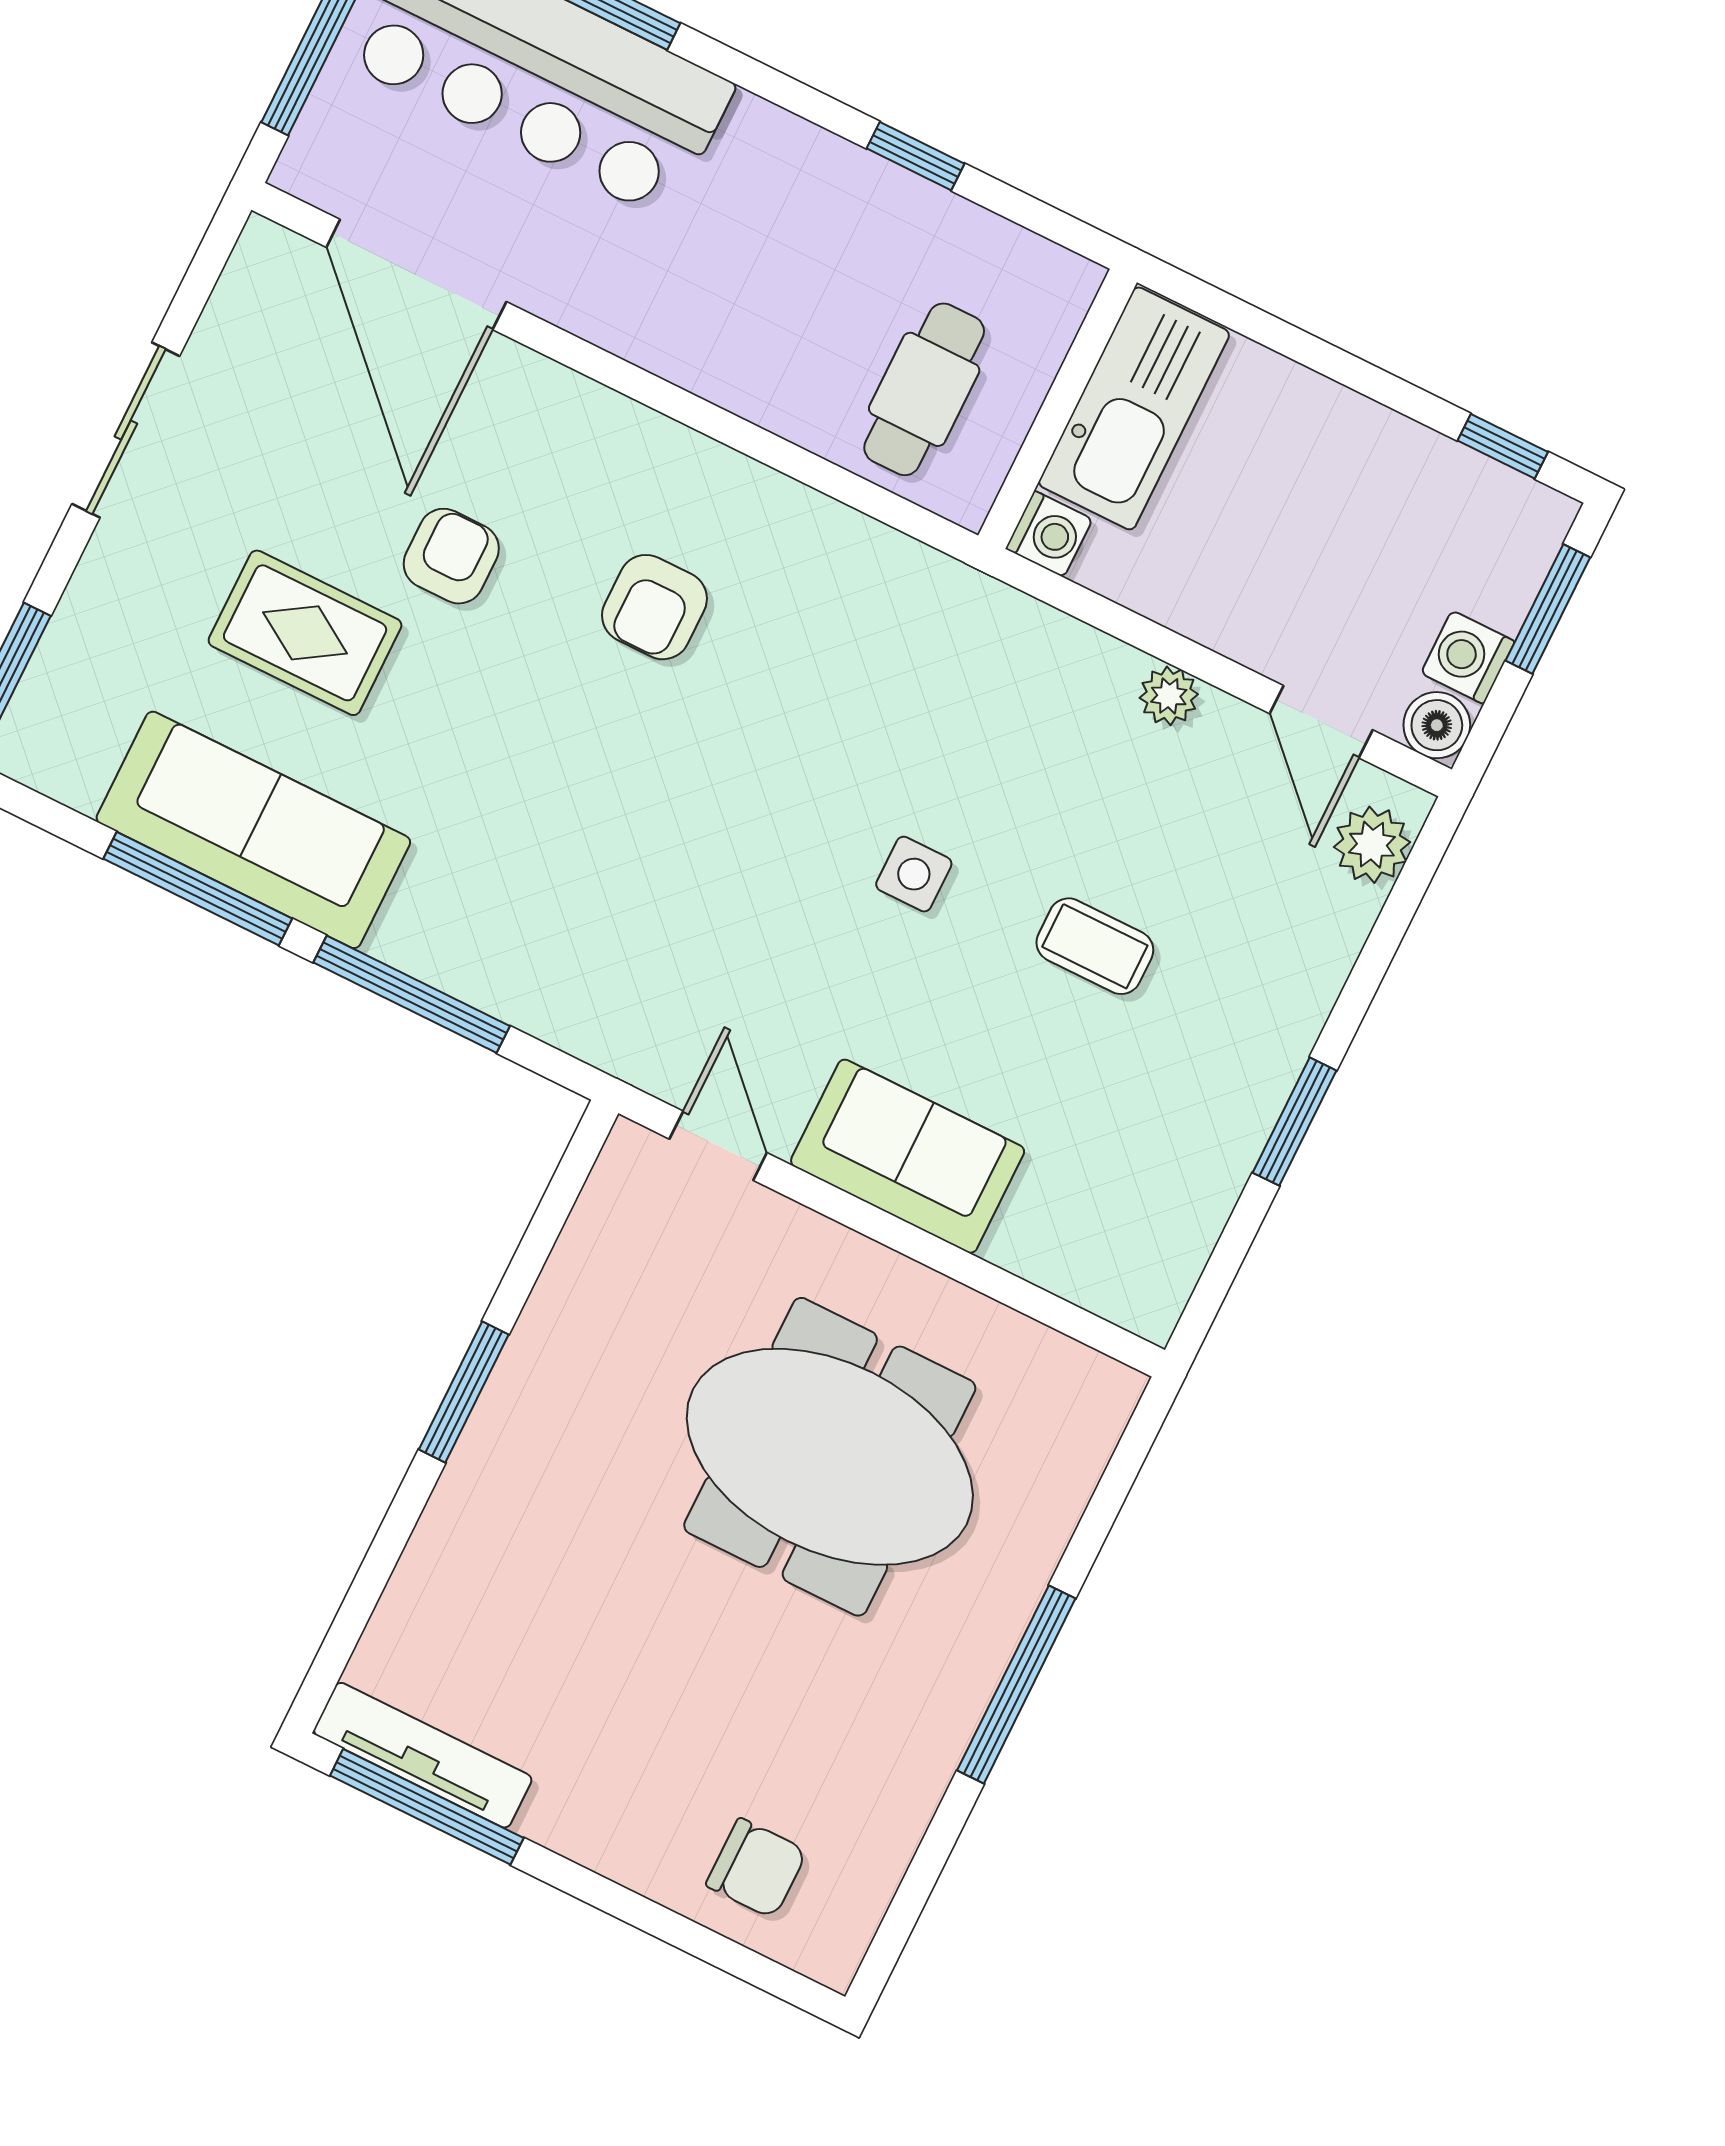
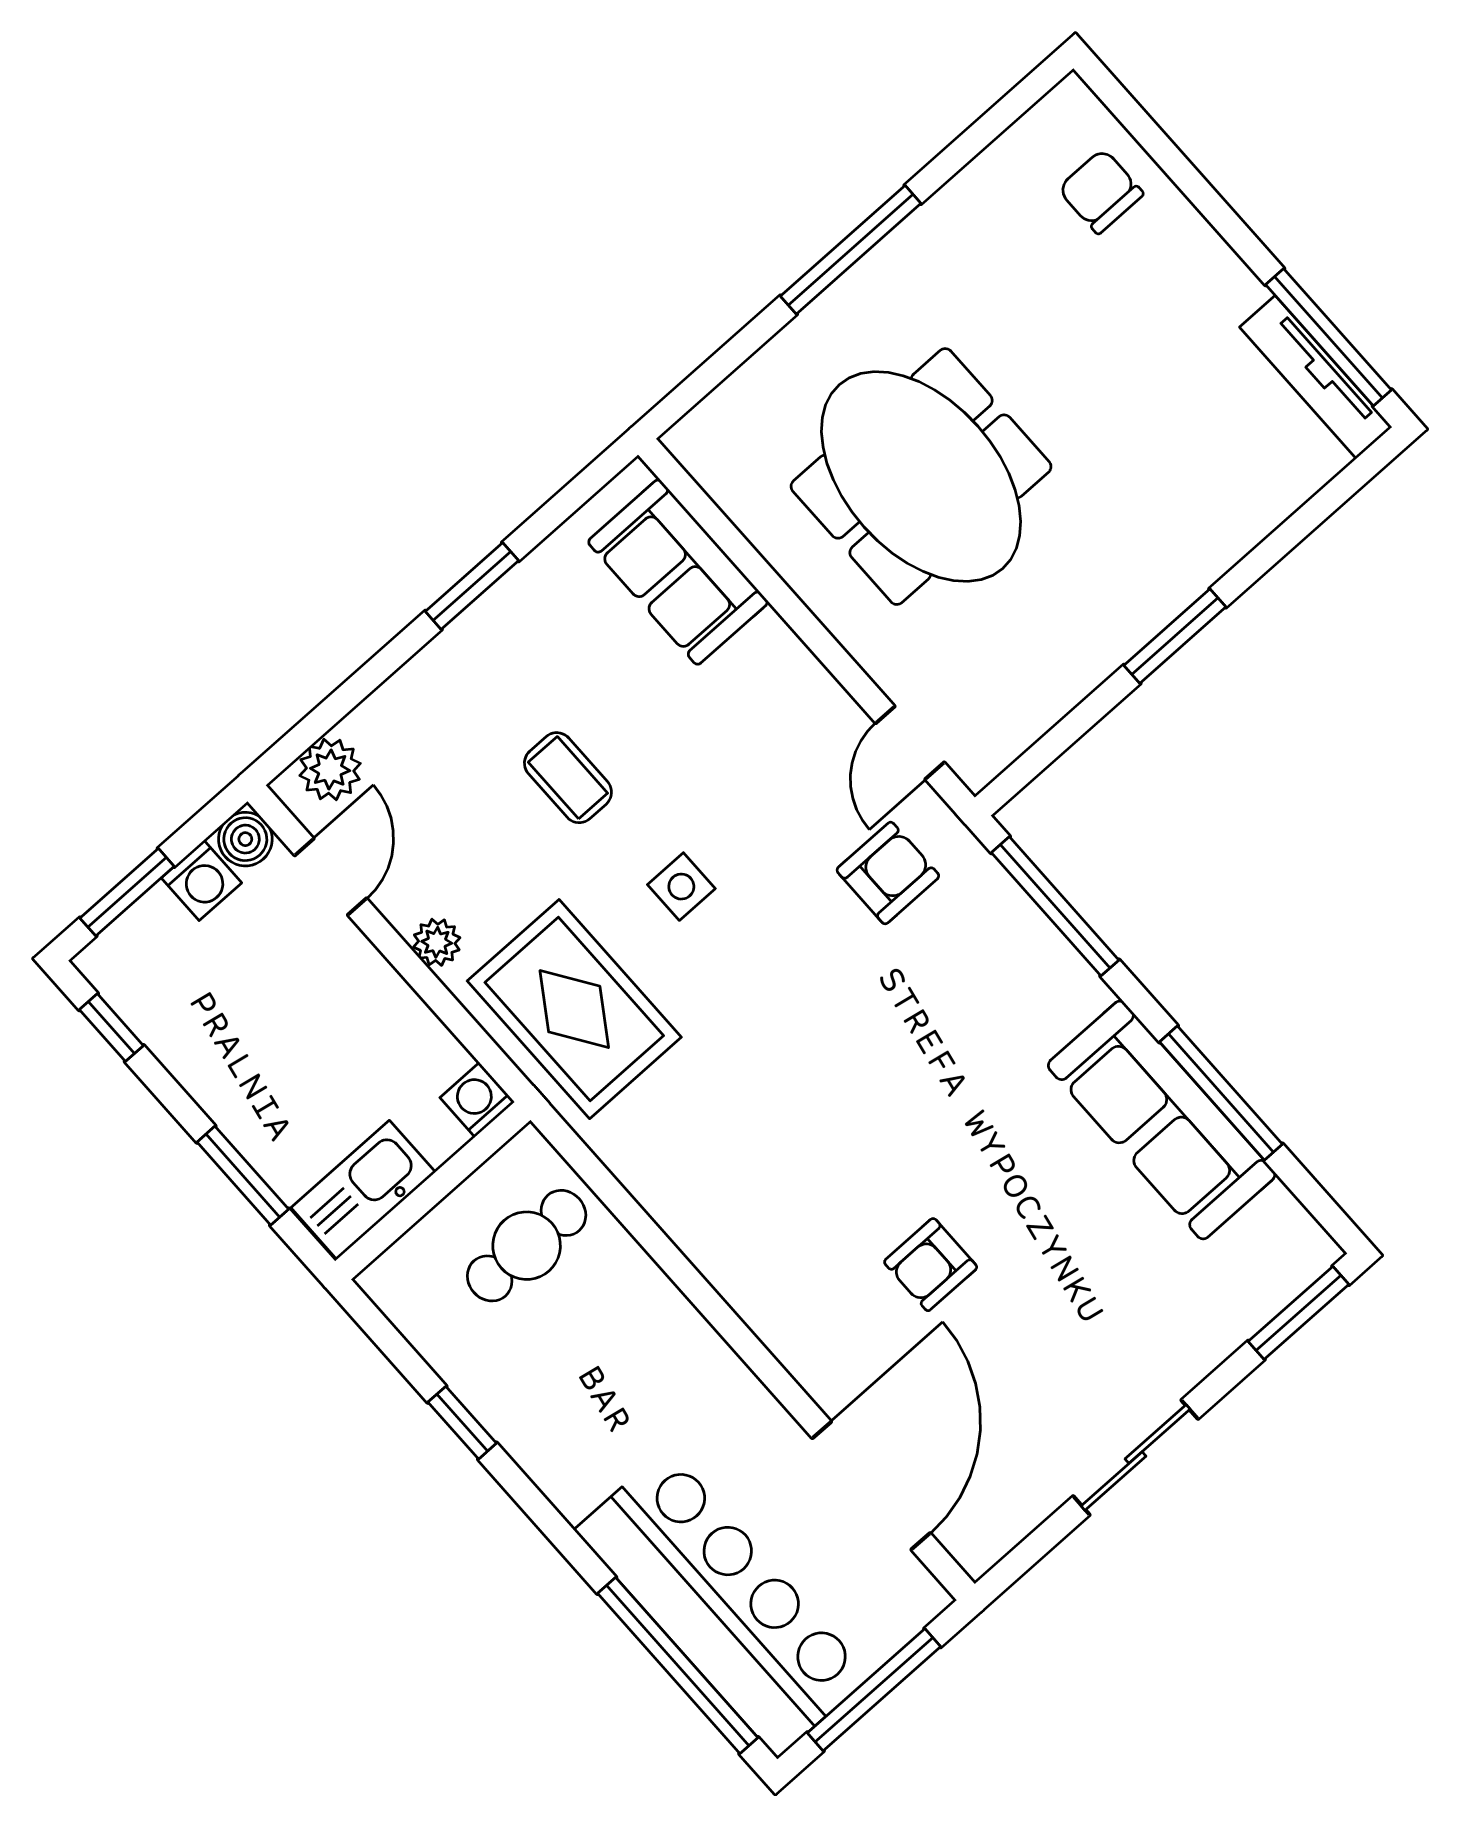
window: (1283, 338) -> (243, 1176), added
kitchen sink: (1134, 408) -> (363, 1190), width x0.73, depth x0.81
armchair: (654, 607) -> (888, 873), moved
rug: (305, 633) -> (574, 1009), moved, width x1.36, depth x1.43
window: (412, 994) -> (1055, 906), moved
sofa: (908, 1156) -> (678, 572), moved

